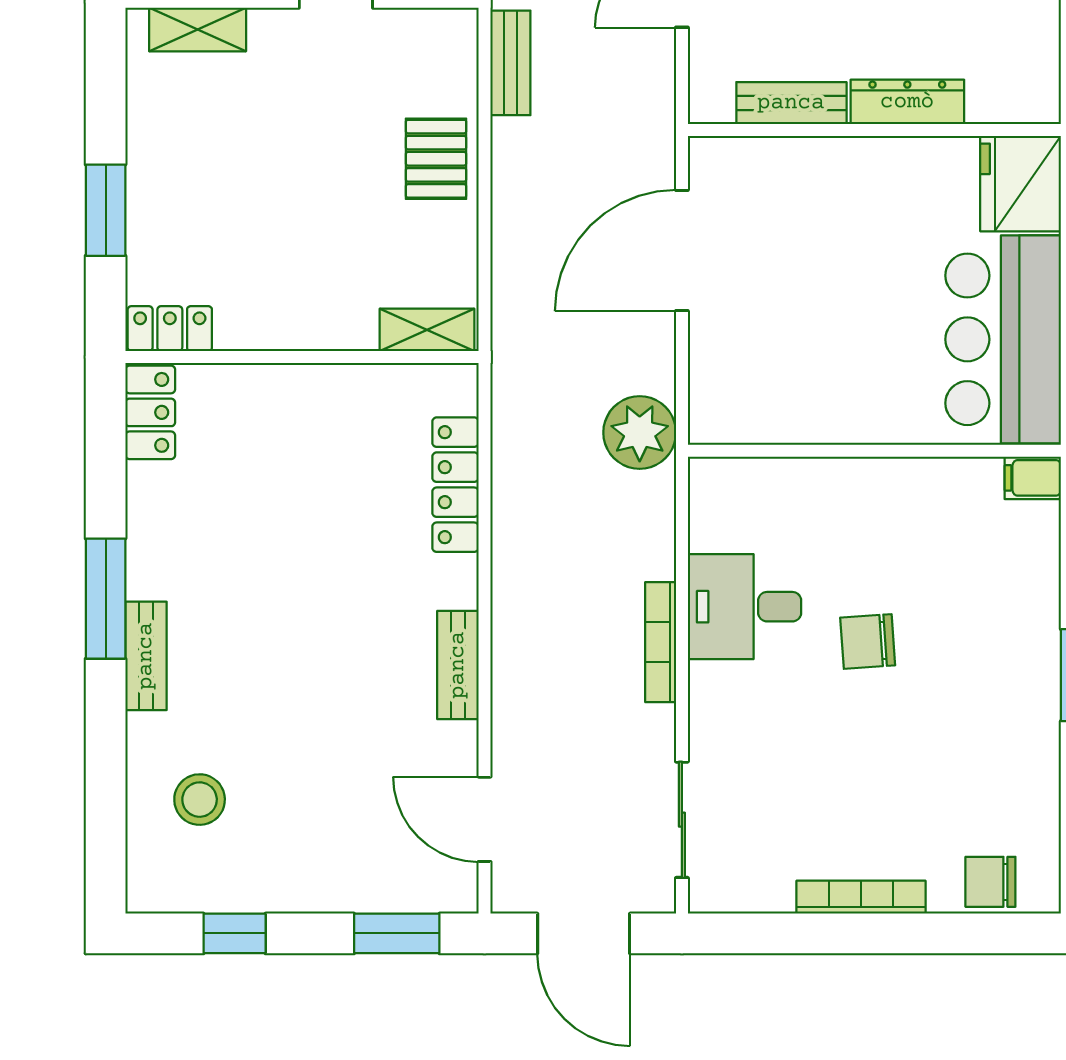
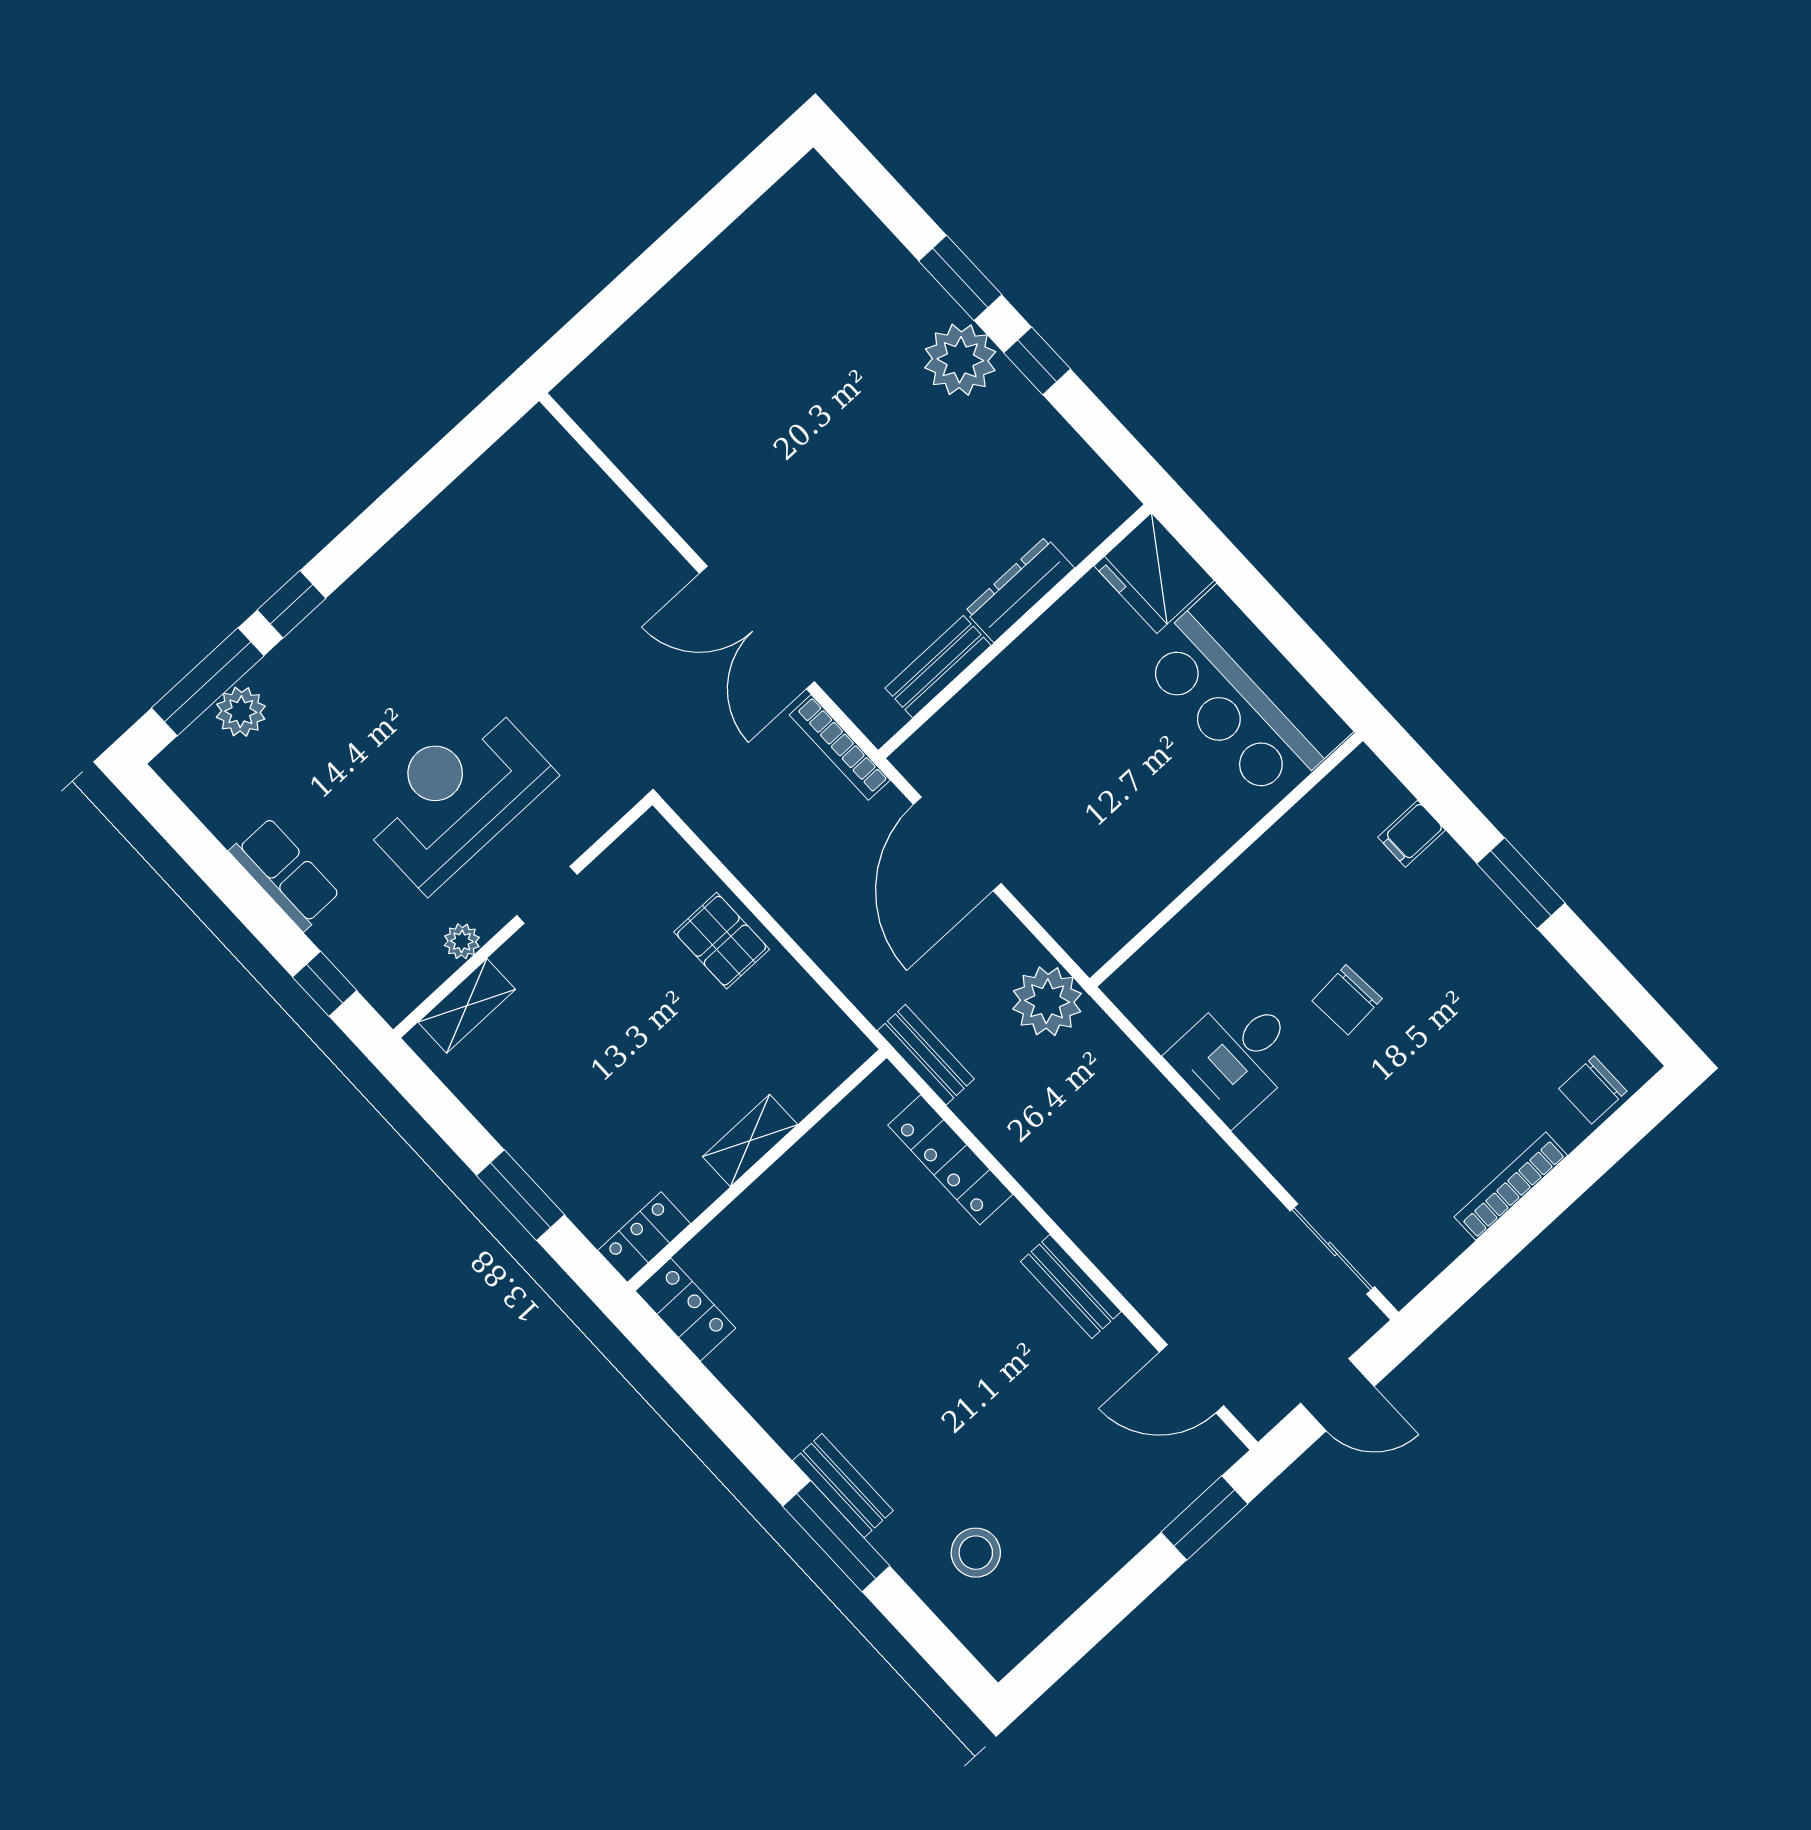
bench: (510, 63) -> (926, 1055), moved
shelving: (427, 330) -> (750, 1141), moved
filing cabinet: (1033, 478) -> (1412, 834), moved
window: (106, 599) -> (836, 1536), moved
bookcase: (661, 642) -> (840, 747), moved
window: (235, 933) -> (1089, 1625), removed
door: (584, 933) -> (1337, 1395), width x0.73

